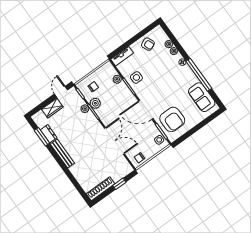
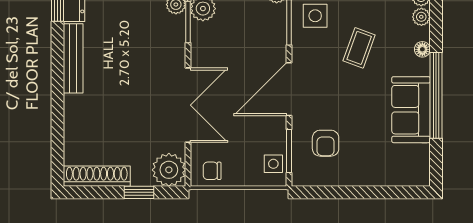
coffee table: (160, 78) -> (359, 48), added
sofa: (202, 97) -> (411, 110), moved
door: (146, 110) -> (289, 89), hinge flipped
armchair: (172, 119) -> (326, 143), width x0.53, depth x0.53
plant: (124, 168) -> (169, 170), added

